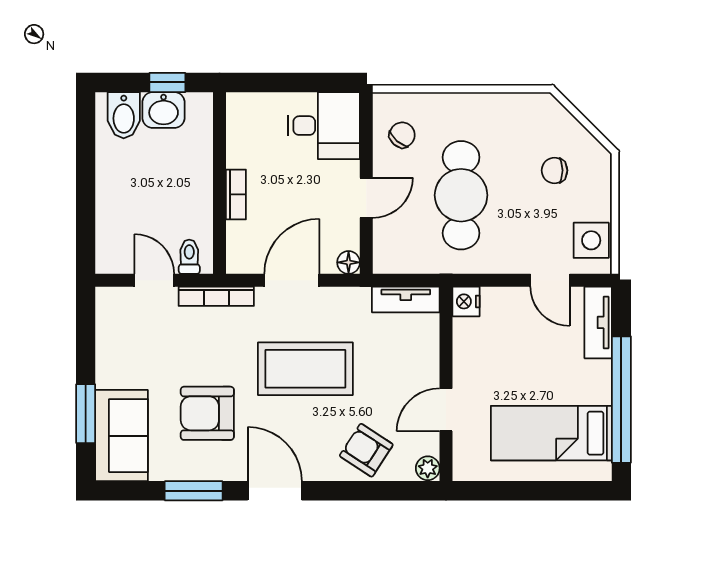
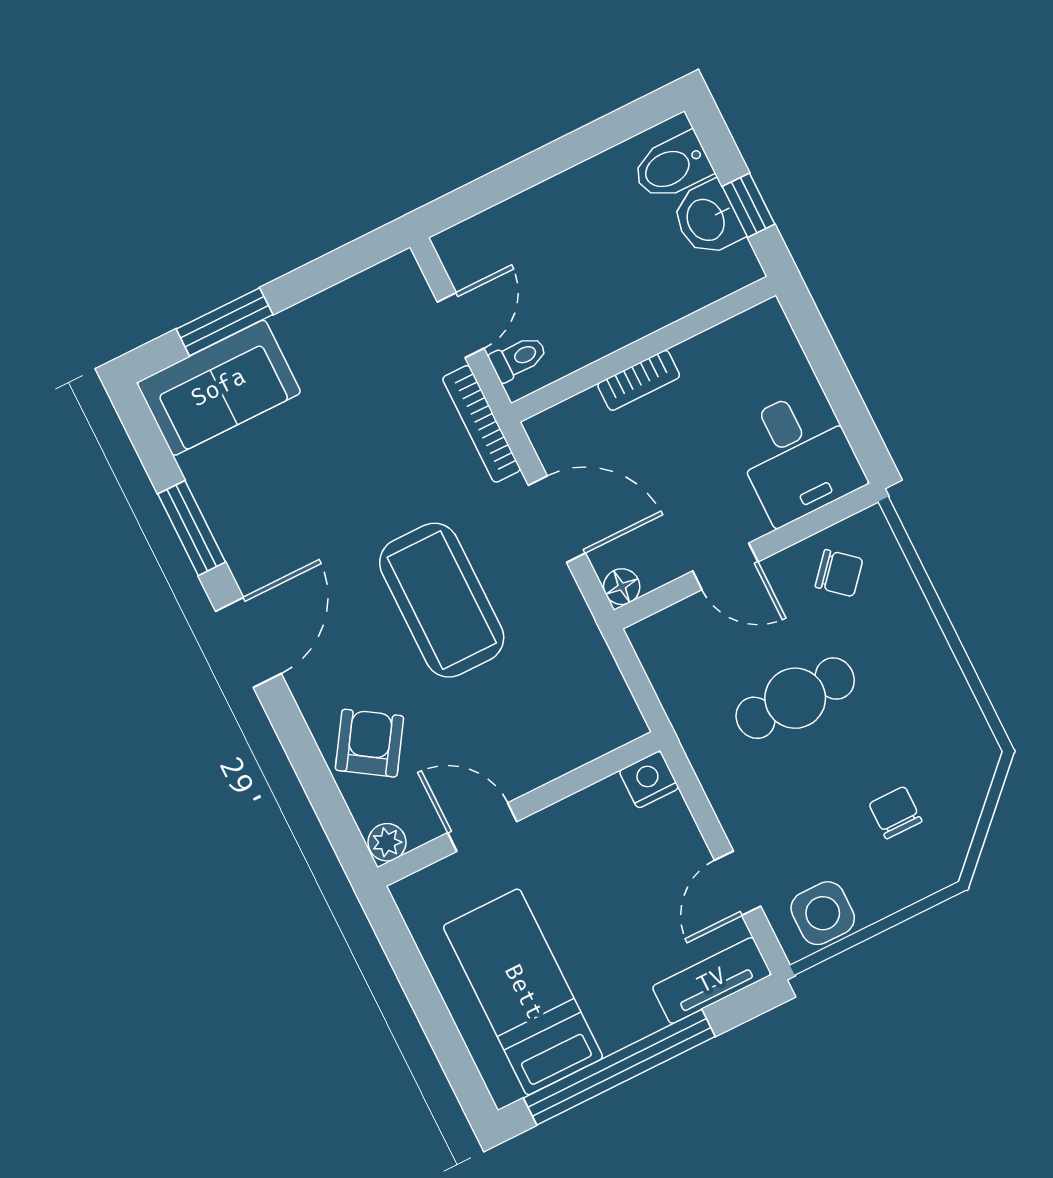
cafe table: (461, 195) -> (795, 698), width x0.73, depth x0.74
tv unit: (406, 300) -> (609, 693), removed
armchair: (207, 413) -> (310, 493), removed

